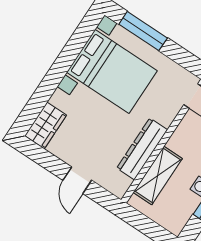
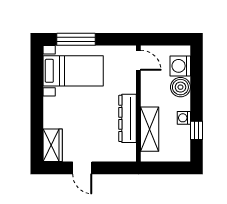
bed with nightstands: (112, 71) -> (73, 71), width x0.73
door: (77, 180) -> (82, 168), moved

